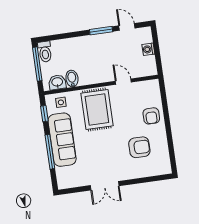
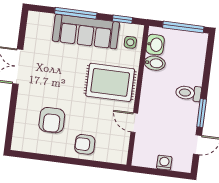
toilet: (45, 52) -> (188, 93), moved
door: (123, 82) -> (134, 123), swing flipped

